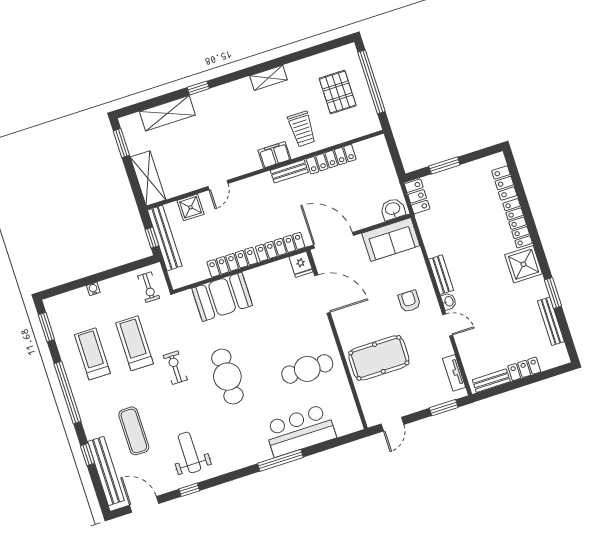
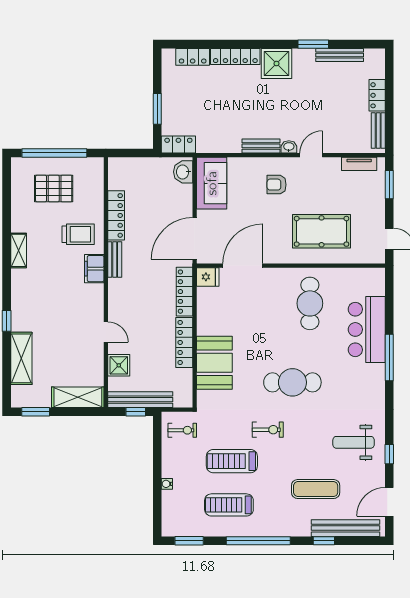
pool table: (379, 358) -> (322, 231), turned 90
exercise bike: (175, 368) -> (268, 430), turned 180

